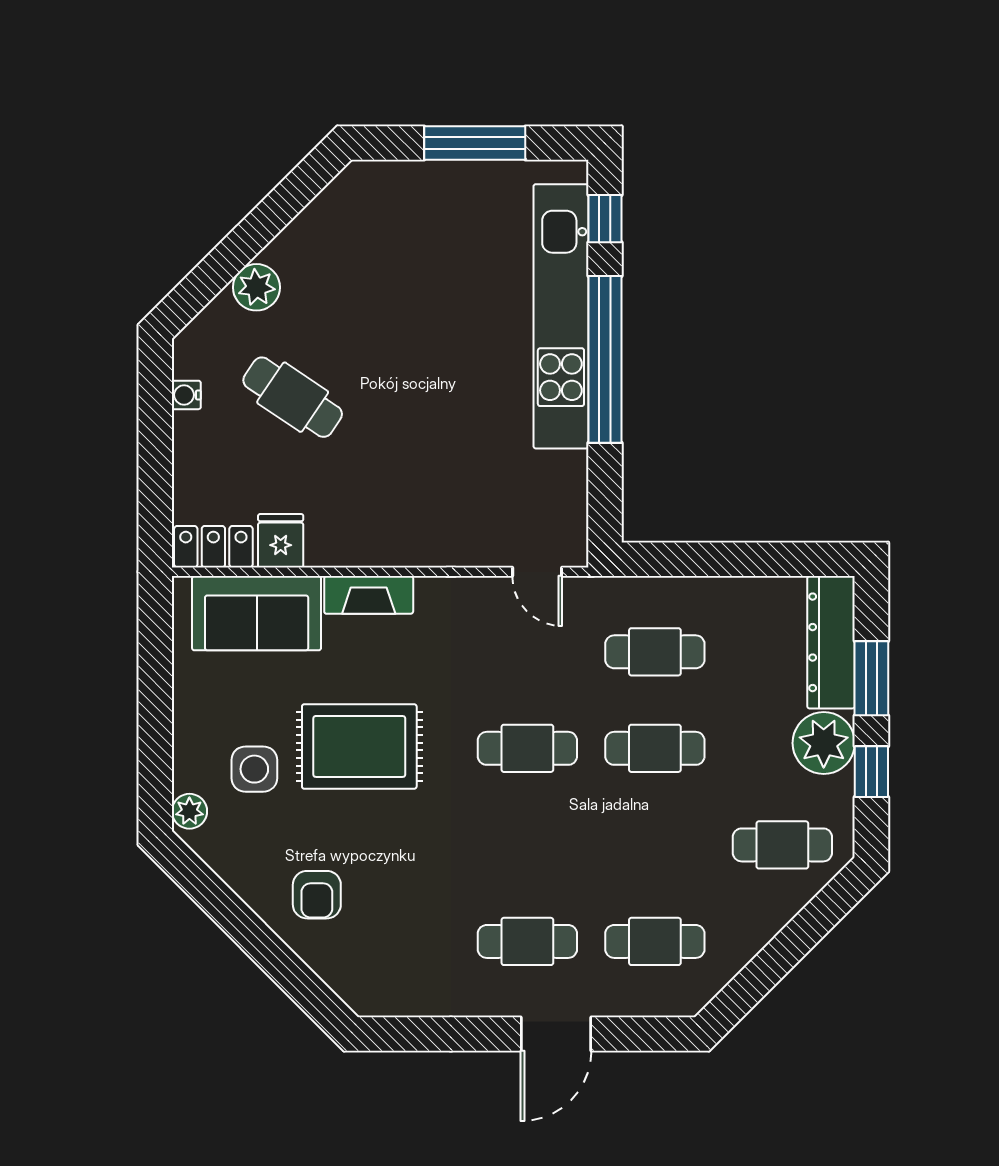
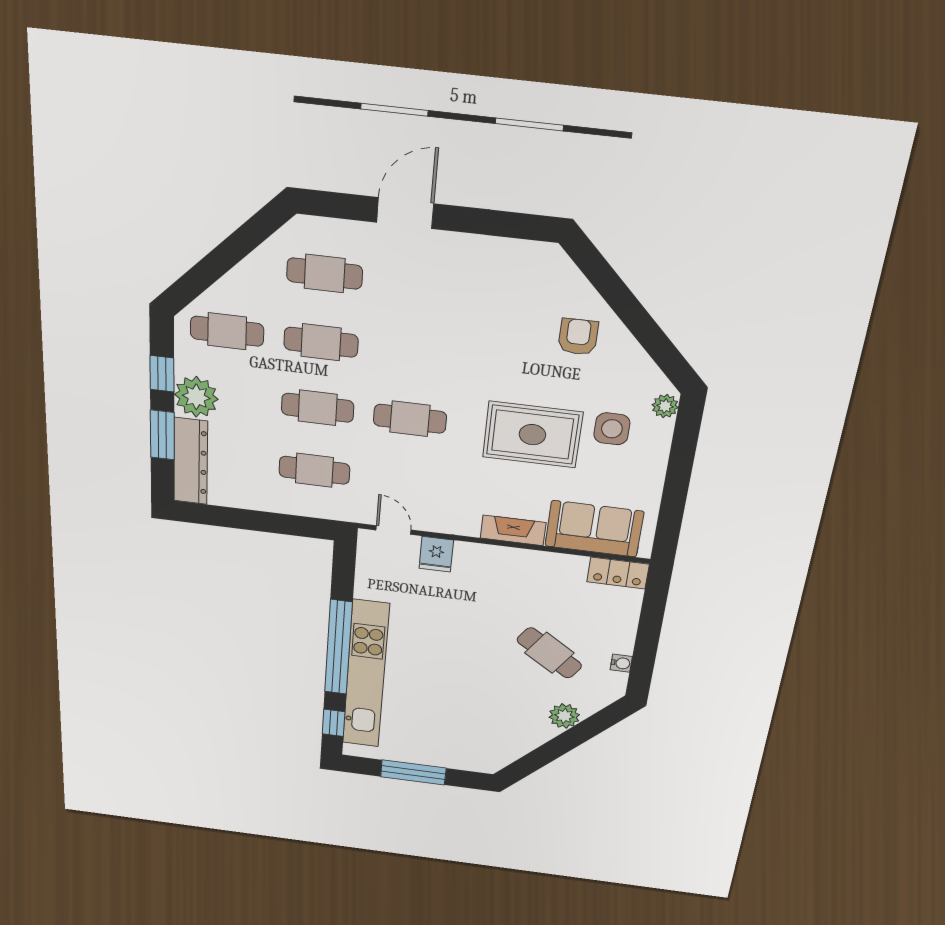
fridge: (281, 541) -> (436, 554), moved
cafe table: (527, 941) -> (321, 342), moved

